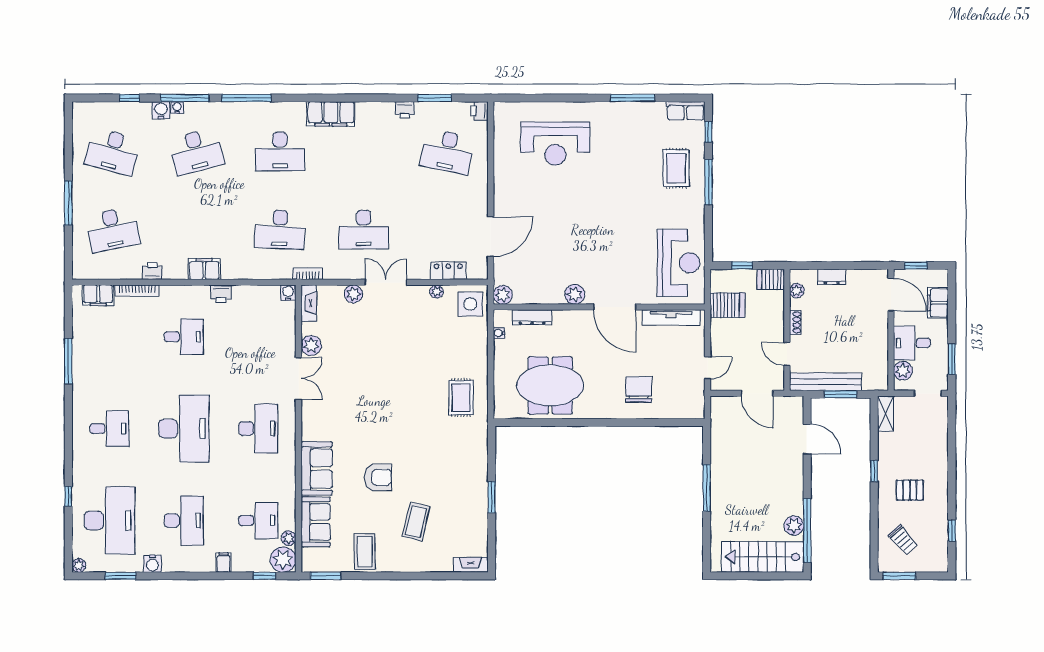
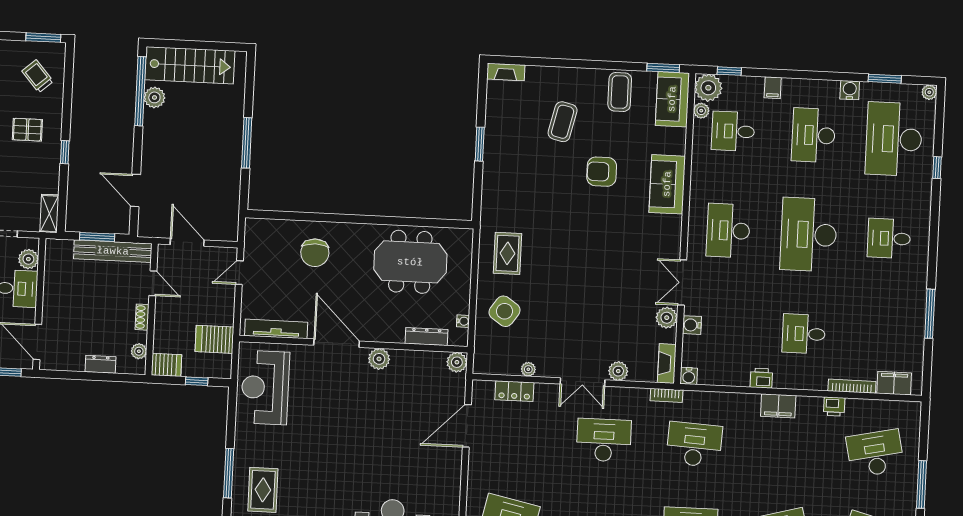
side table: (470, 304) -> (505, 311), moved, turned 35
water cooler: (287, 340) -> (692, 325), added
sofa: (316, 522) -> (672, 99), moved

